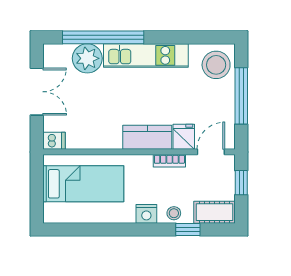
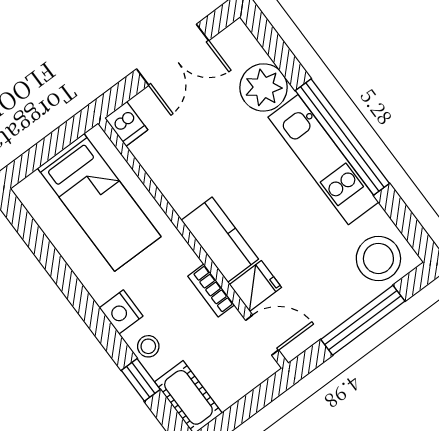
window: (103, 37) -> (342, 137), moved
window: (241, 183) -> (252, 403), removed

